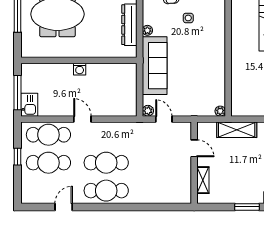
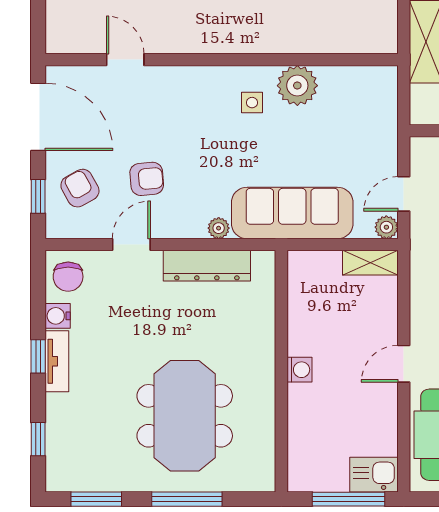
side table: (188, 18) -> (252, 103), moved
shelving: (131, 103) -> (370, 263), added
plant: (220, 111) -> (297, 86), moved, width x1.87, depth x1.87

